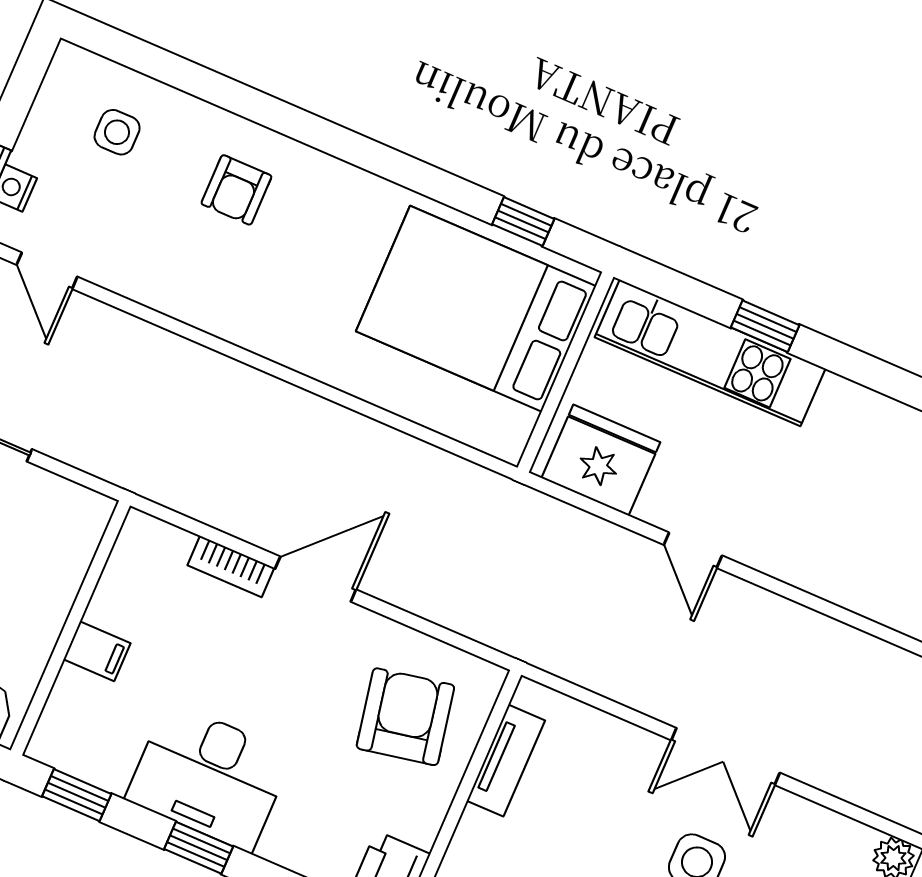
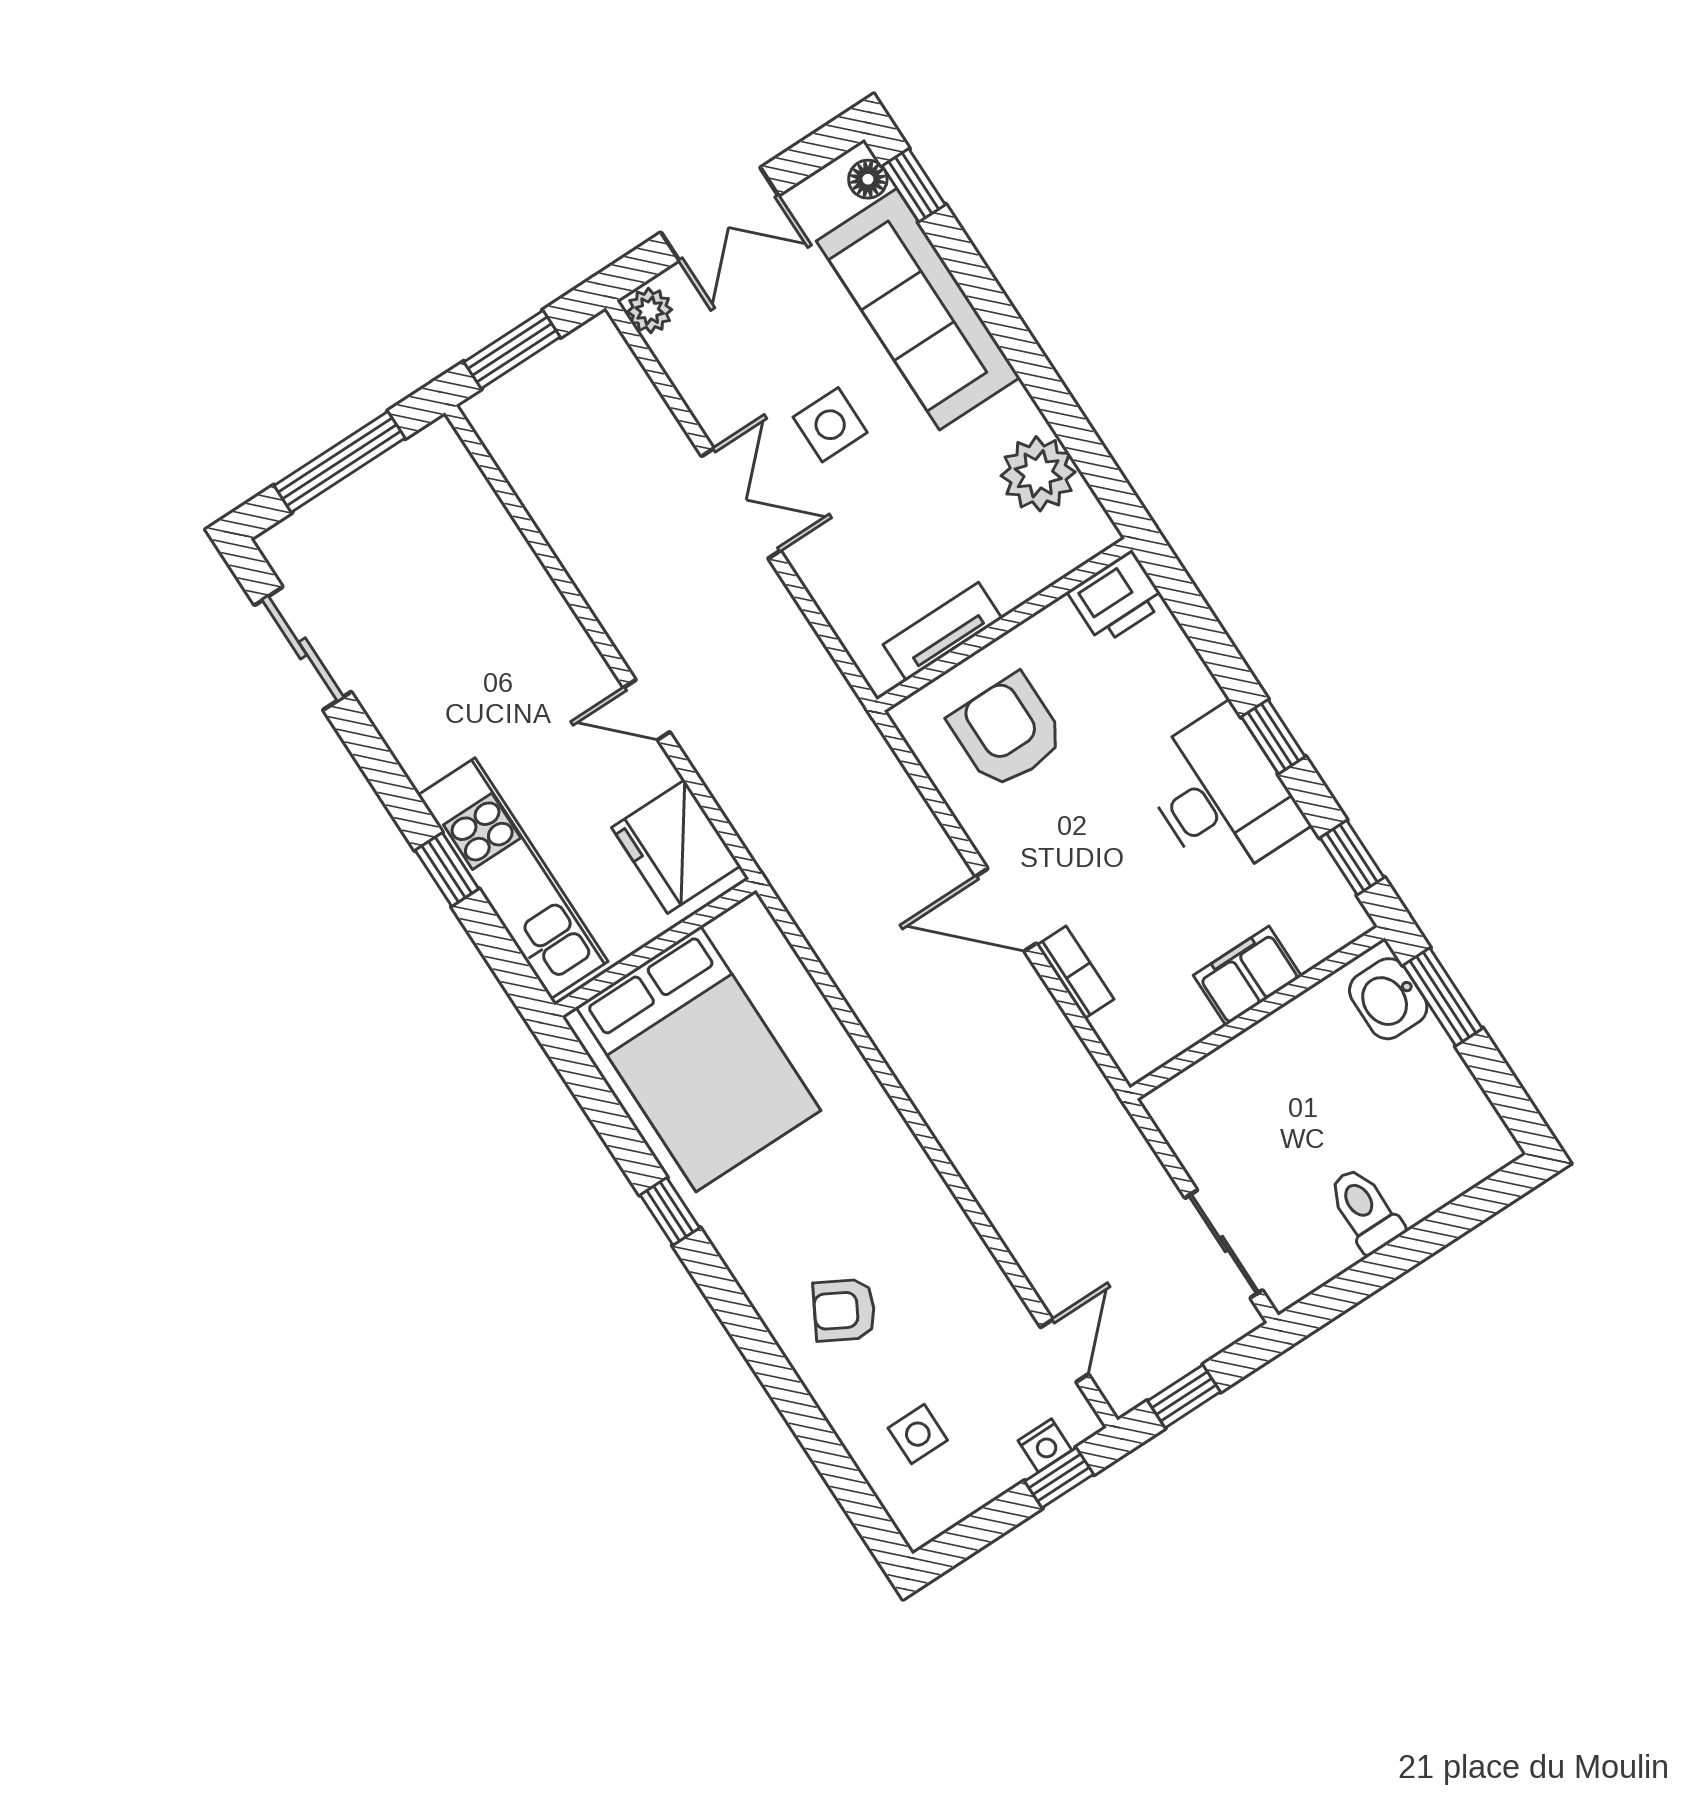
armchair: (236, 190) -> (844, 1310), turned -151
window: (523, 222) -> (670, 1211), moved
door: (693, 550) -> (647, 710), swing flipped
filing cabinet: (97, 651) -> (1247, 976), width x2.00
armchair: (405, 717) -> (1007, 731), turned 101

